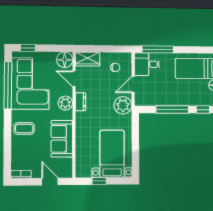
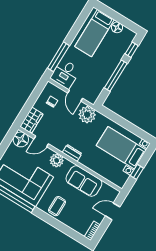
dresser: (81, 102) -> (72, 153), moved

